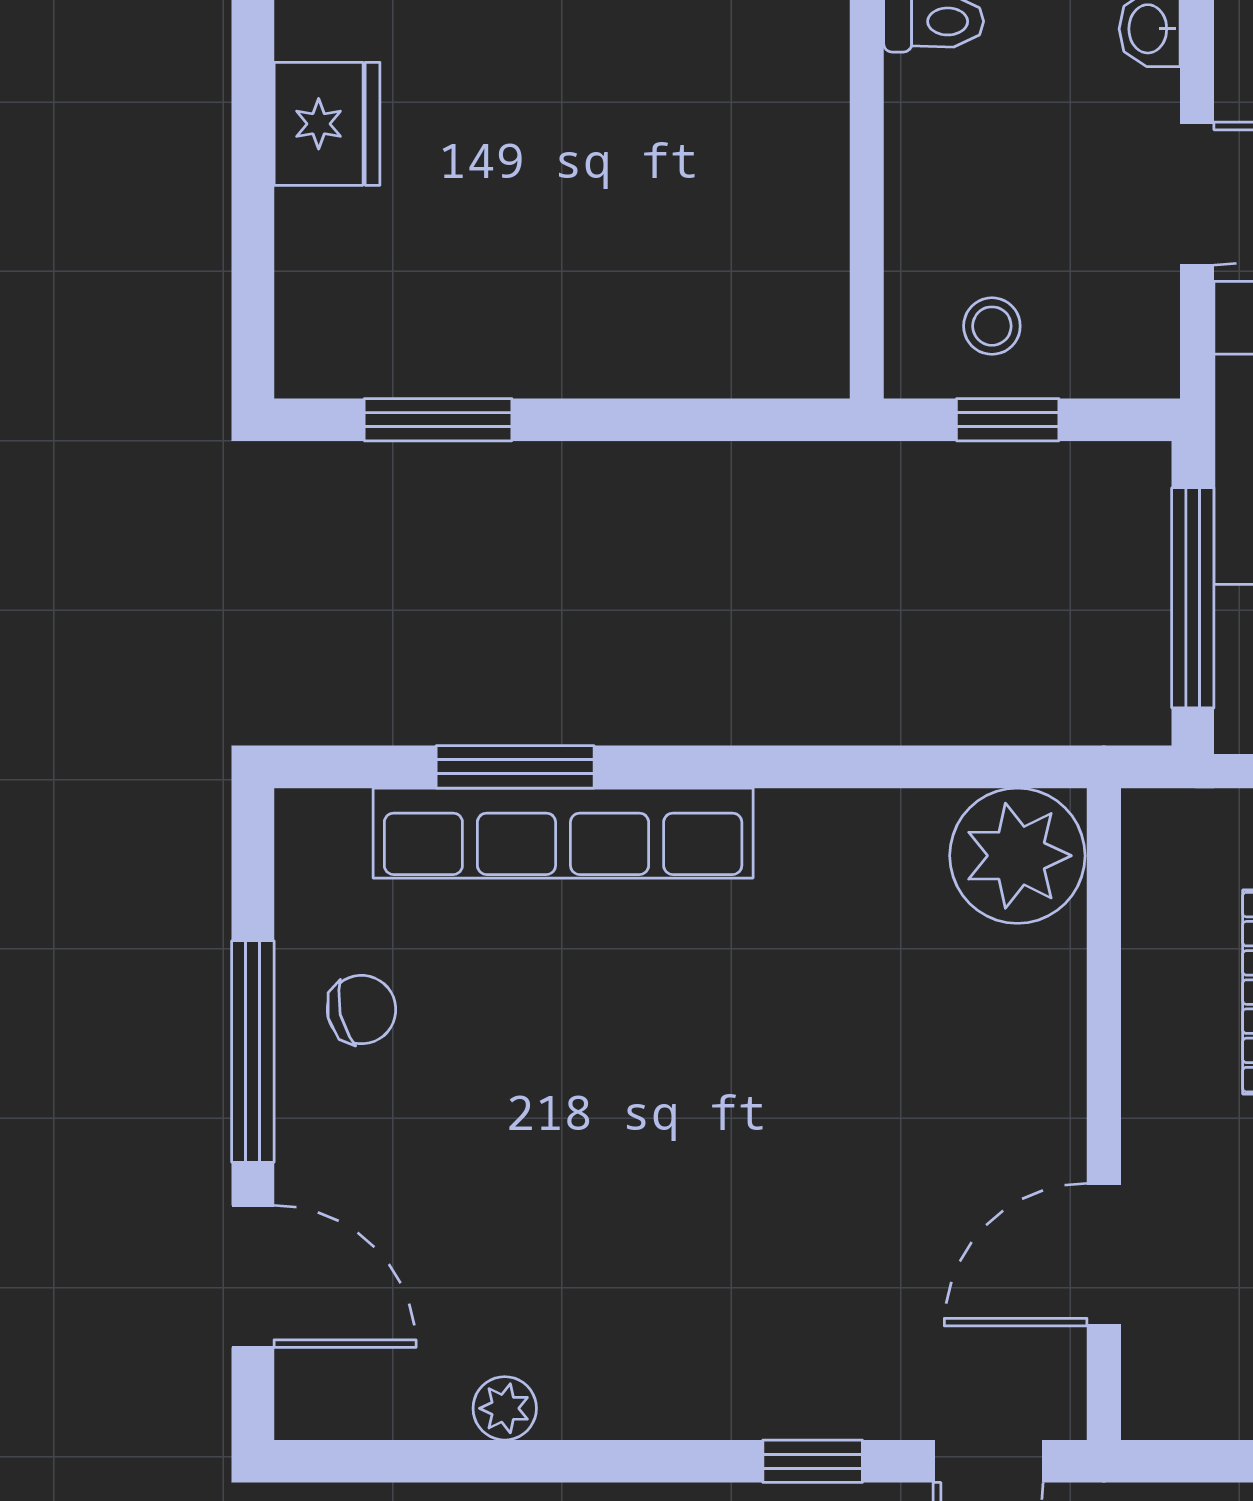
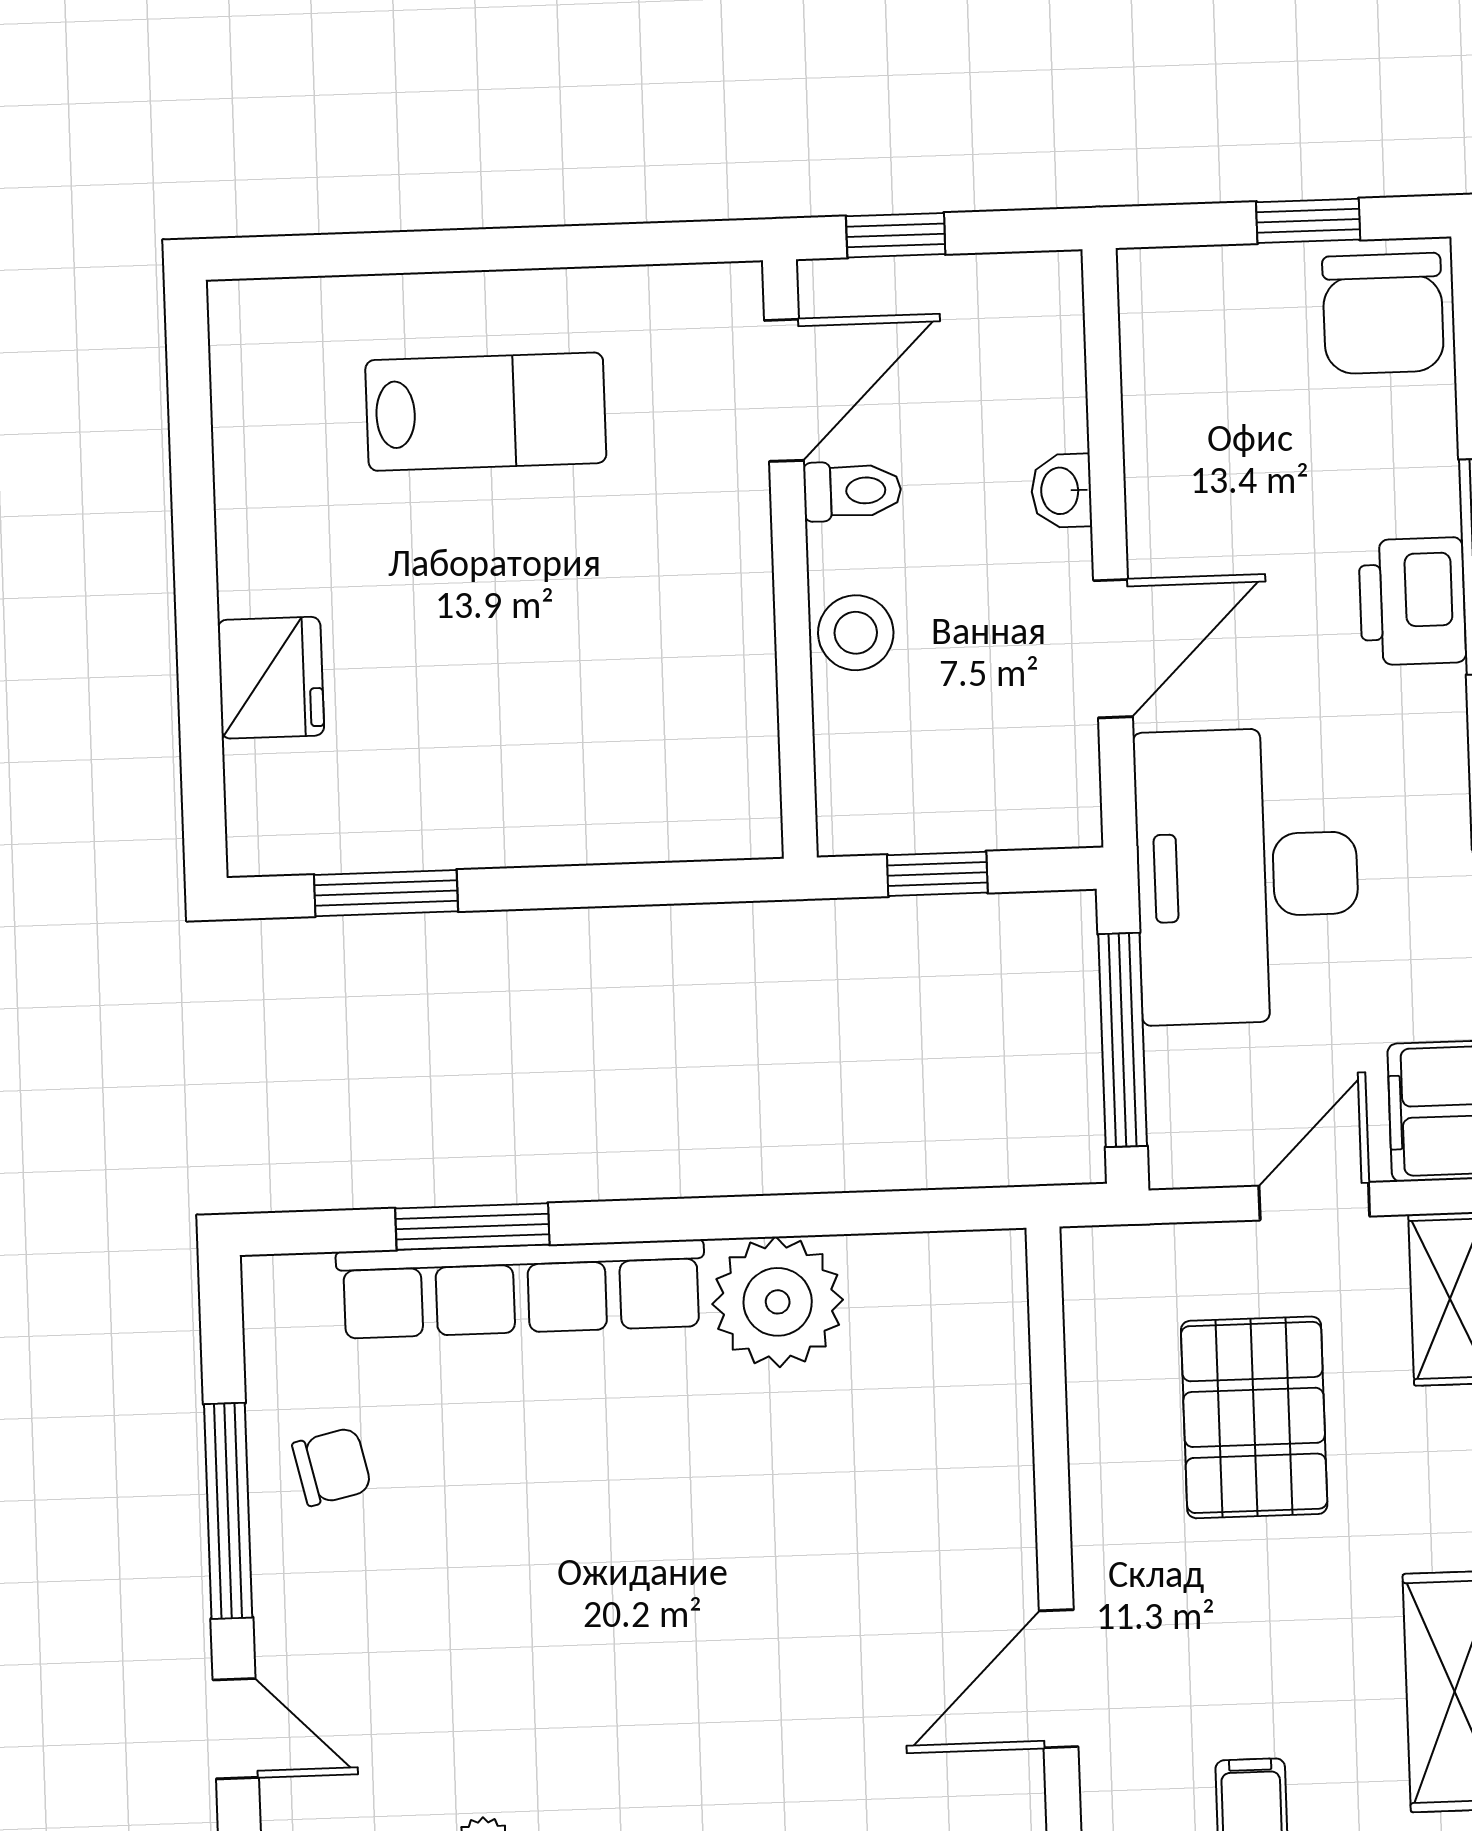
fridge: (327, 124) -> (271, 678), moved
stool: (992, 326) -> (856, 633), moved, width x1.37, depth x1.37
plant: (1017, 856) -> (778, 1302), moved
door: (253, 1276) -> (236, 1729), width x0.73

